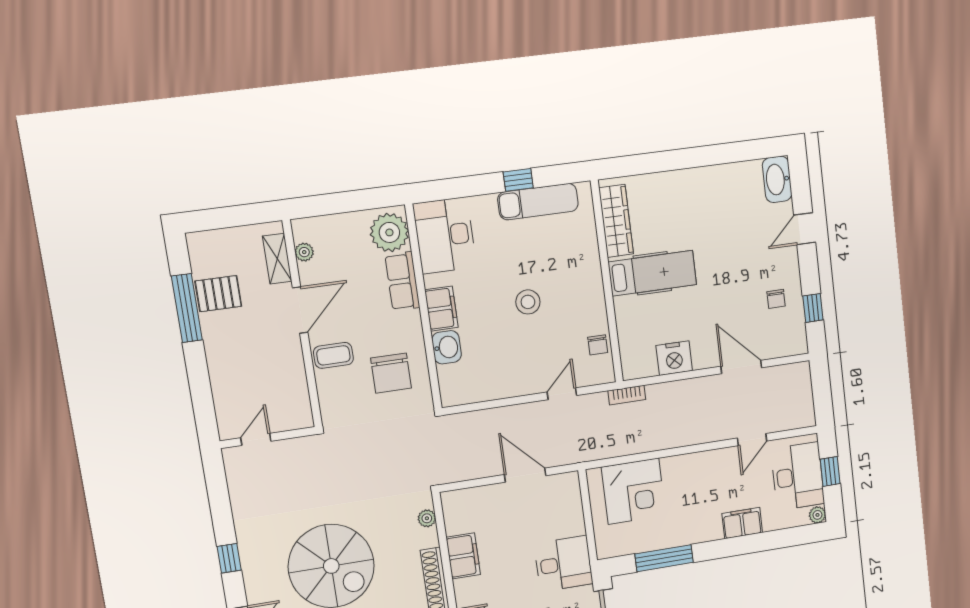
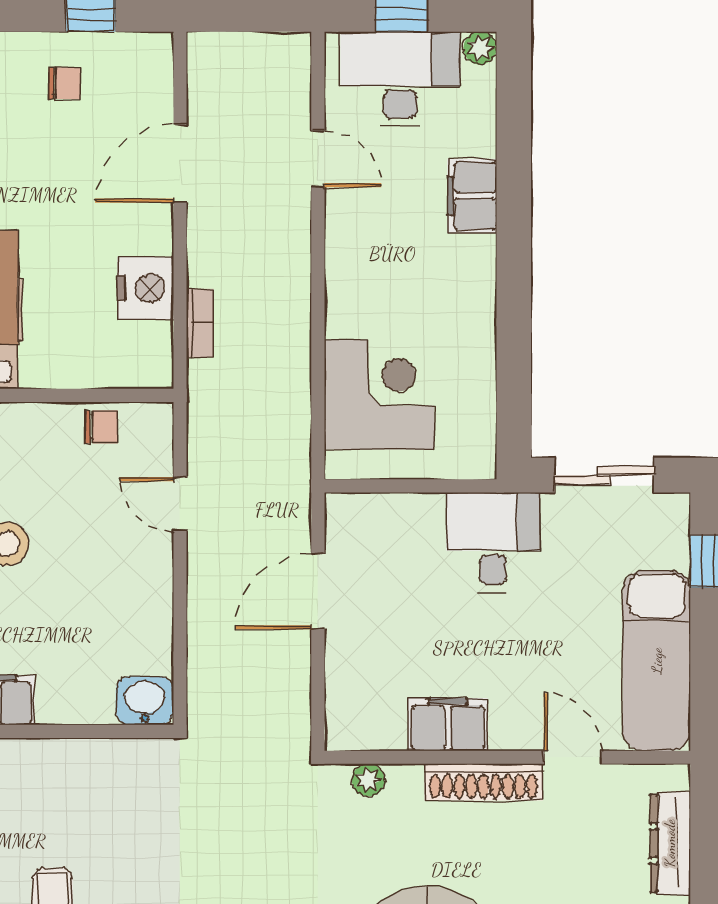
washbasin: (447, 347) -> (145, 701), moved
chair: (391, 373) -> (98, 805), removed
bookcase: (627, 395) -> (200, 323), moved
window: (664, 558) -> (514, 353), removed

